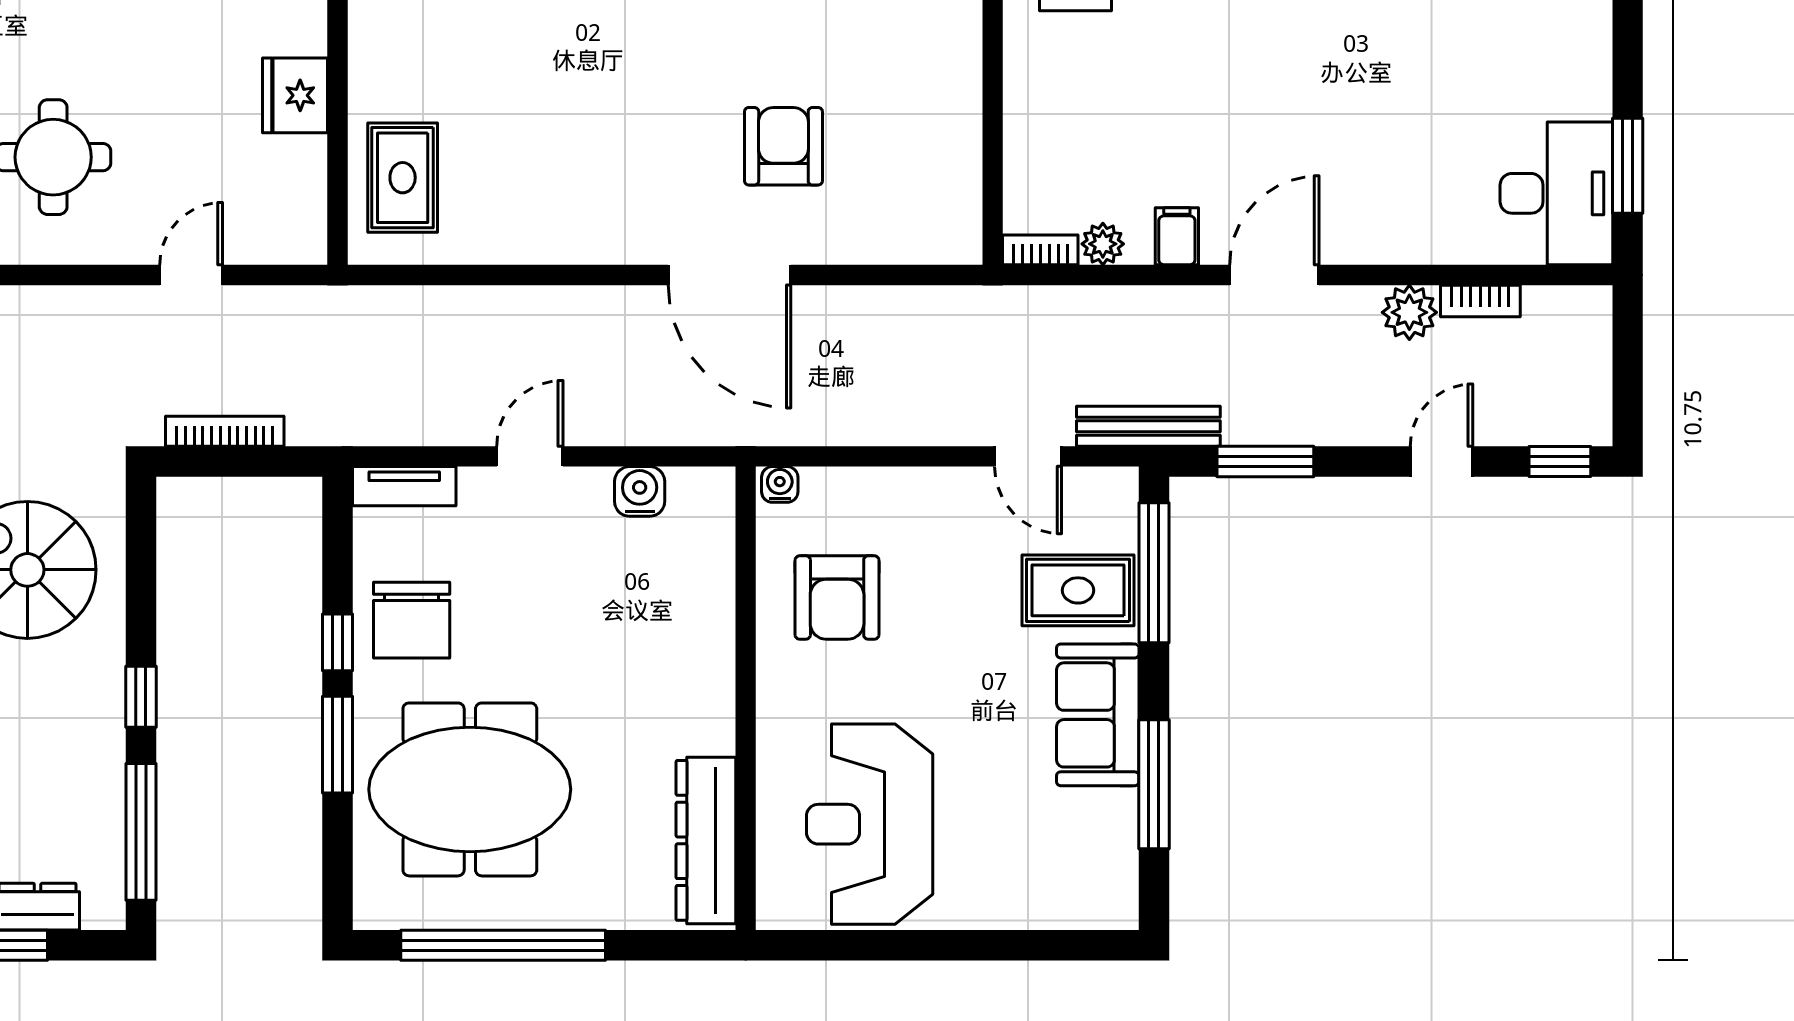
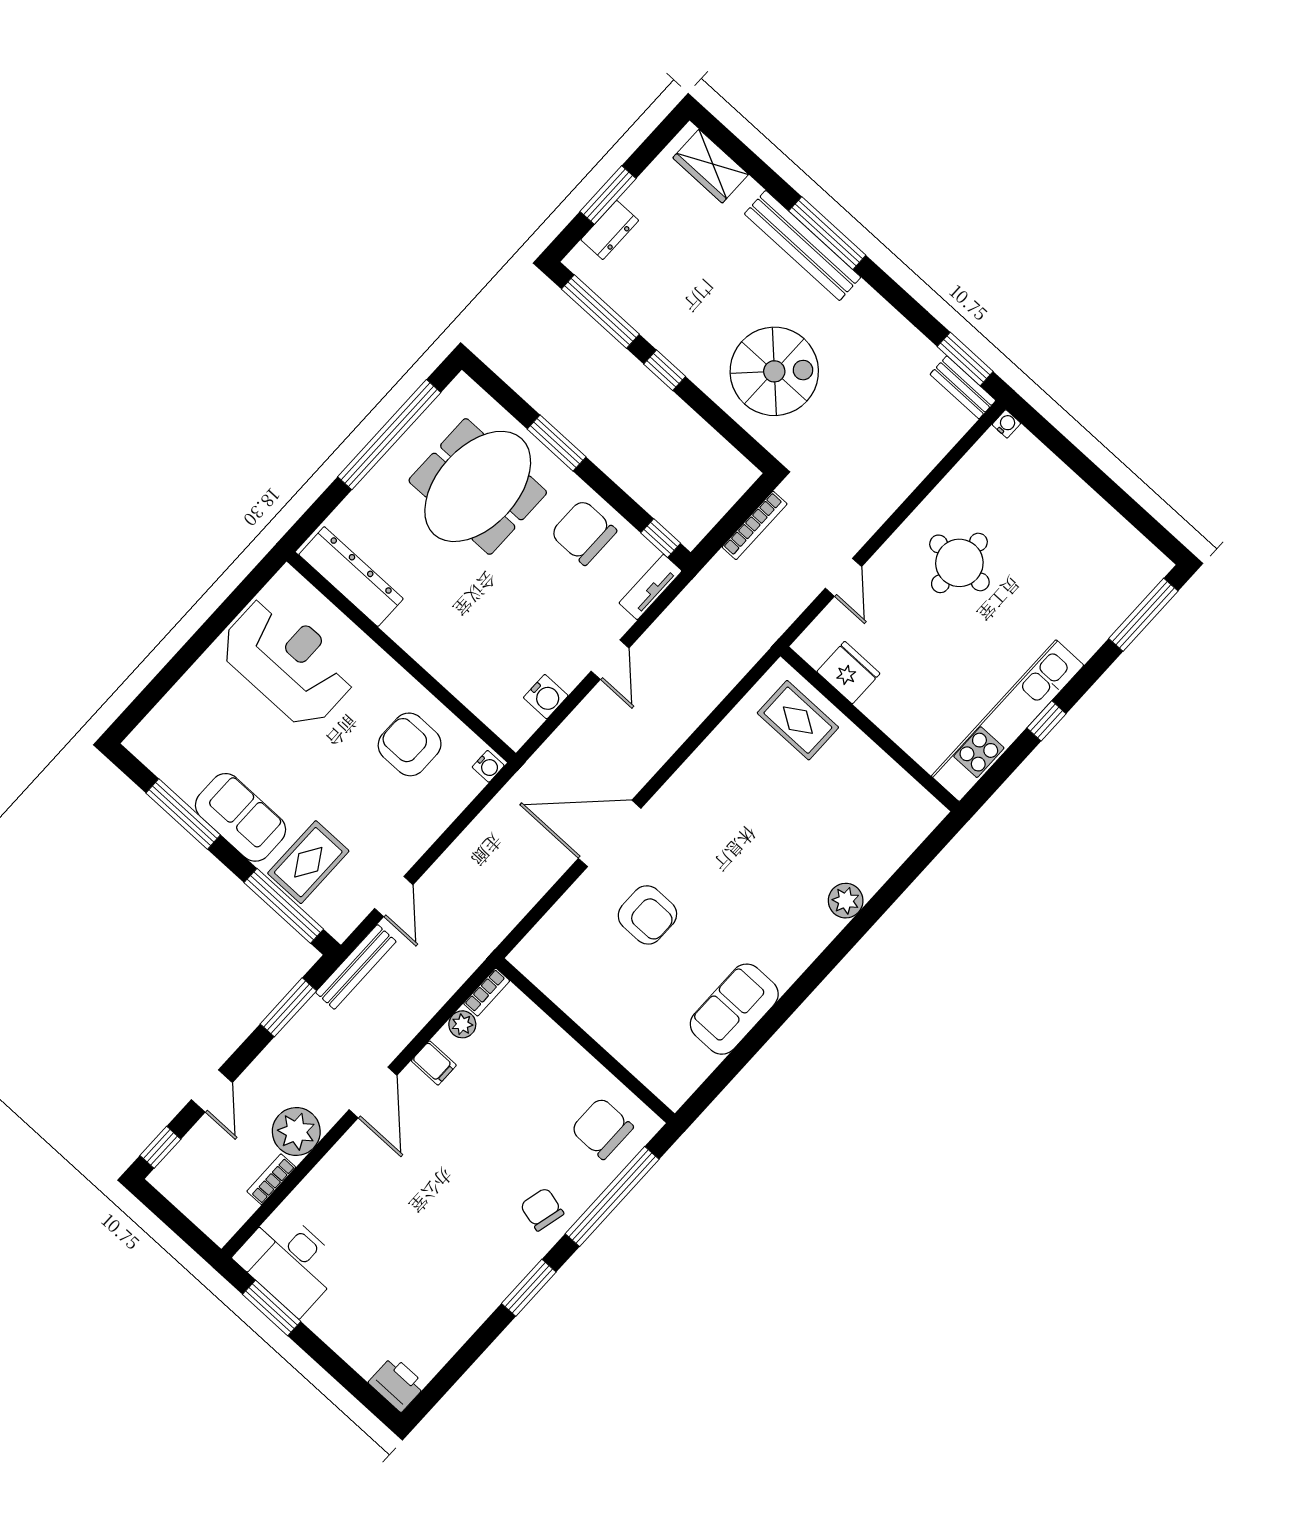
fridge: (295, 95) -> (848, 673), moved
plant: (1409, 312) -> (296, 1131), width x1.36, depth x1.36
door: (1028, 456) -> (394, 897), swing flipped
window: (337, 642) -> (661, 538), moved

